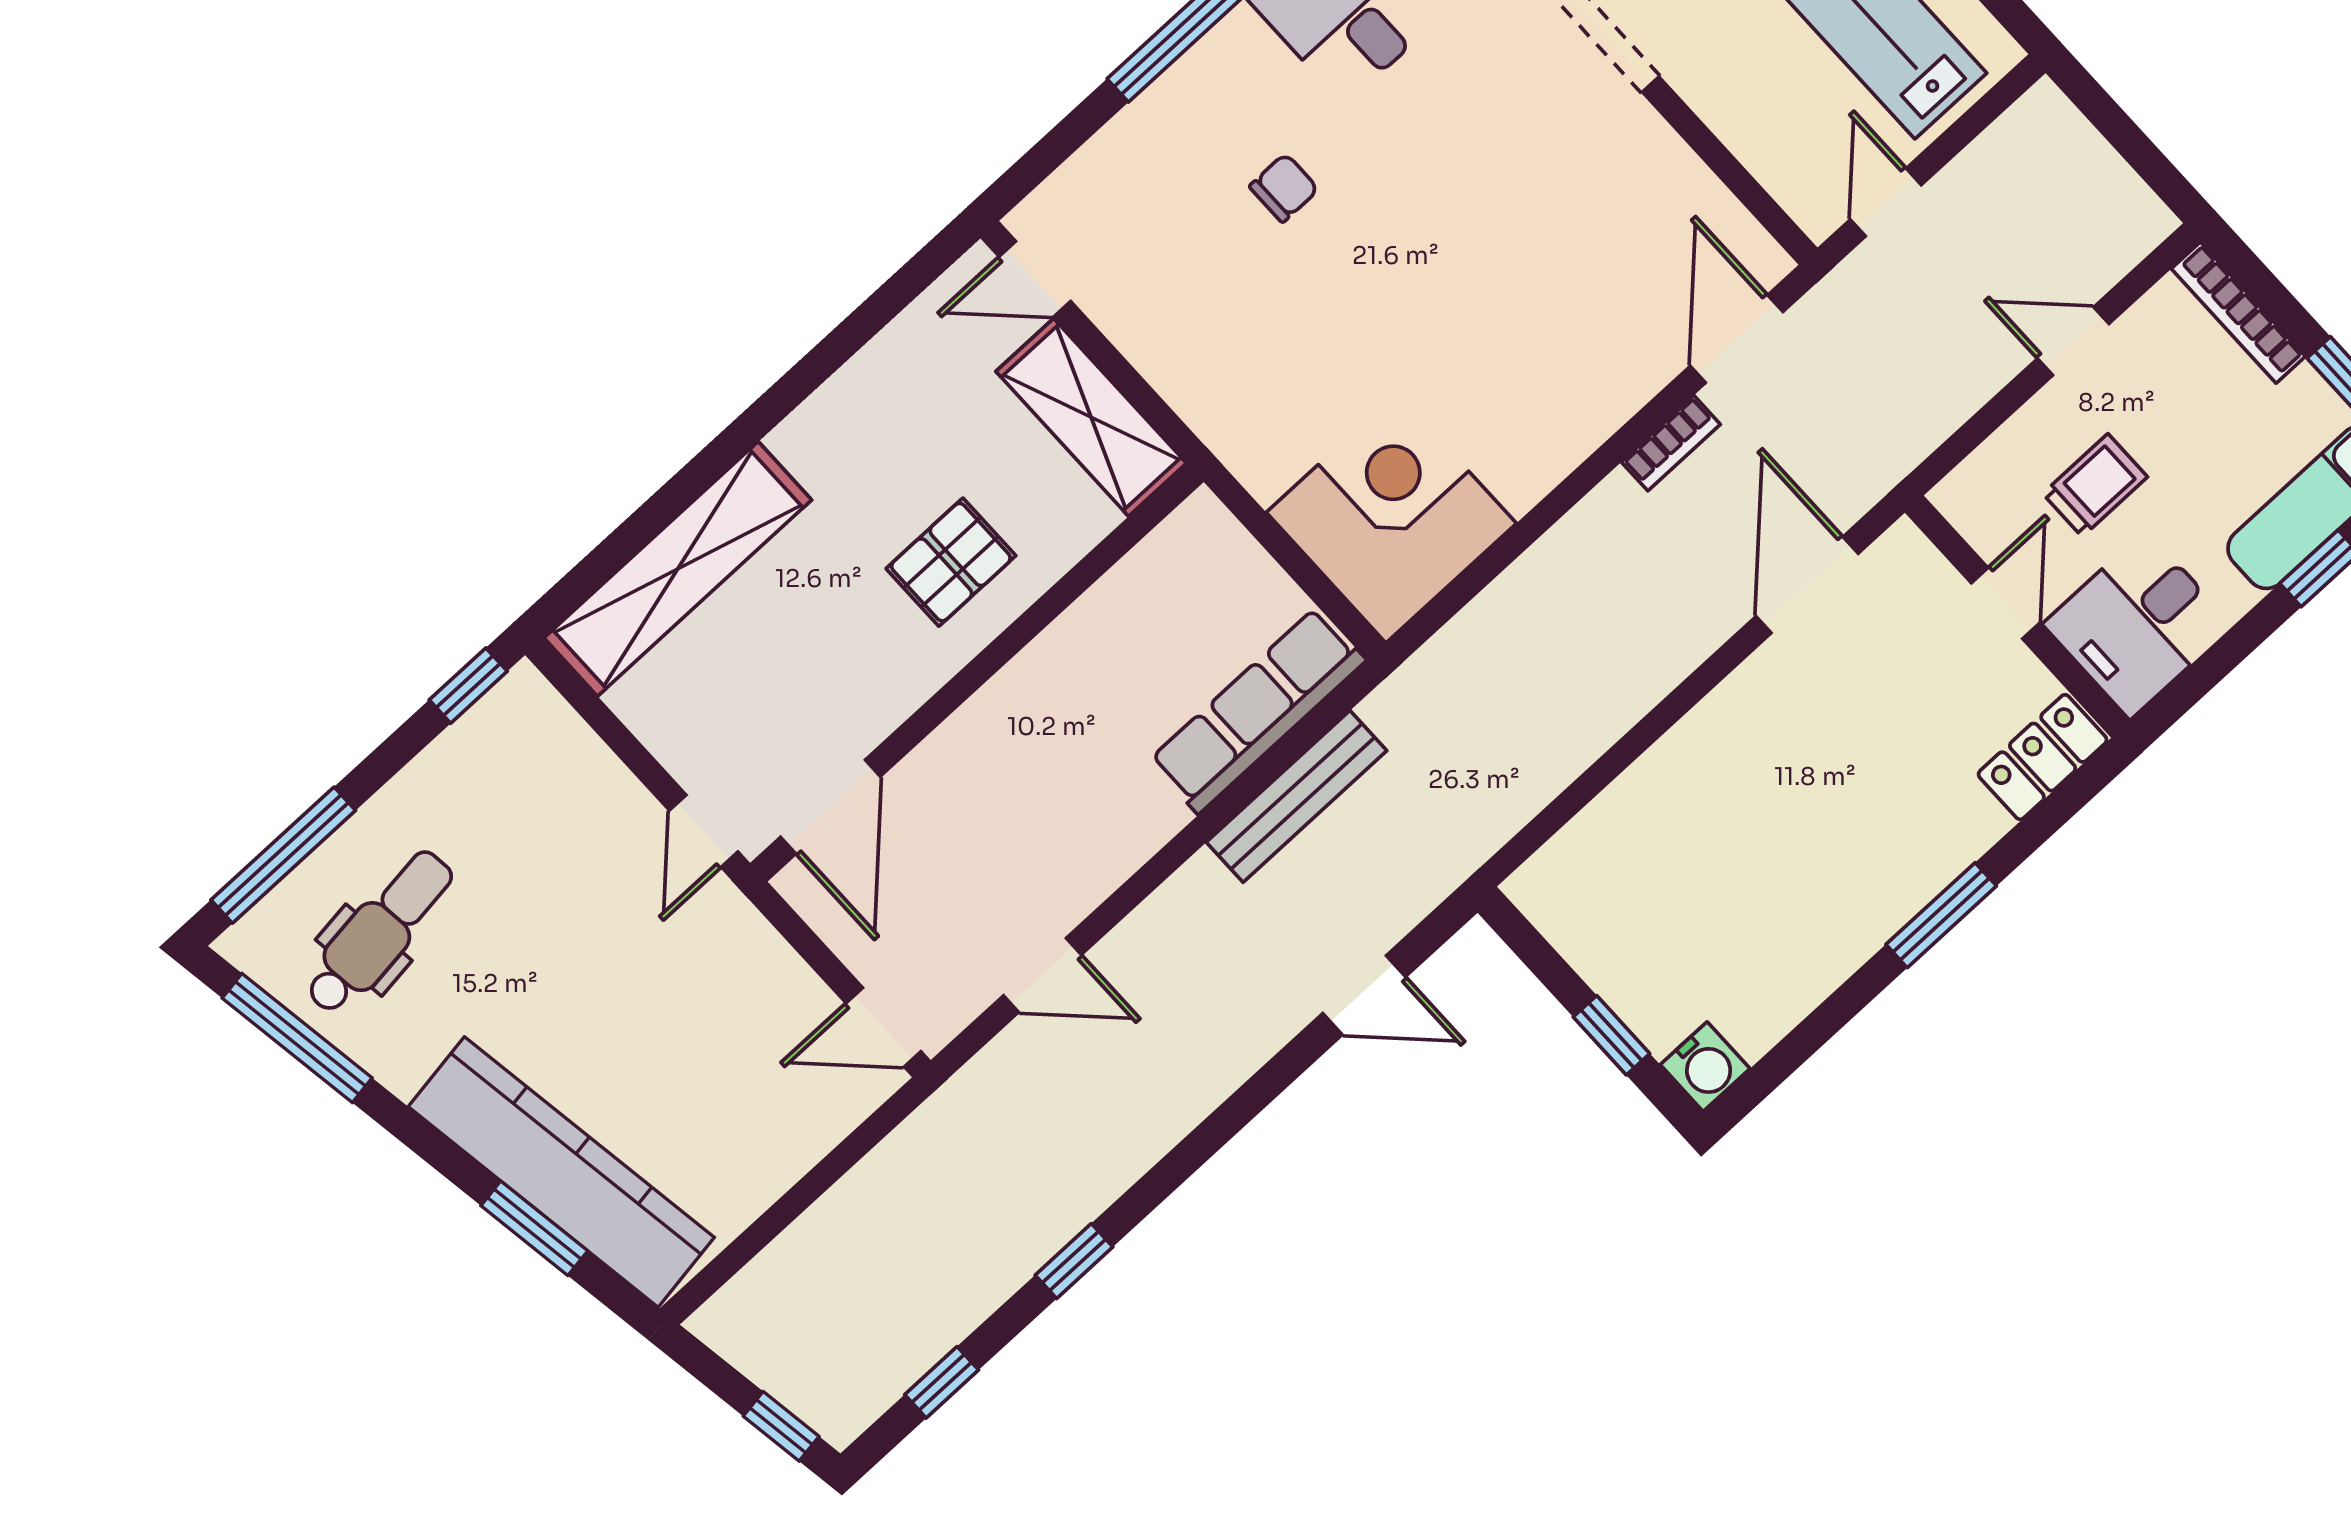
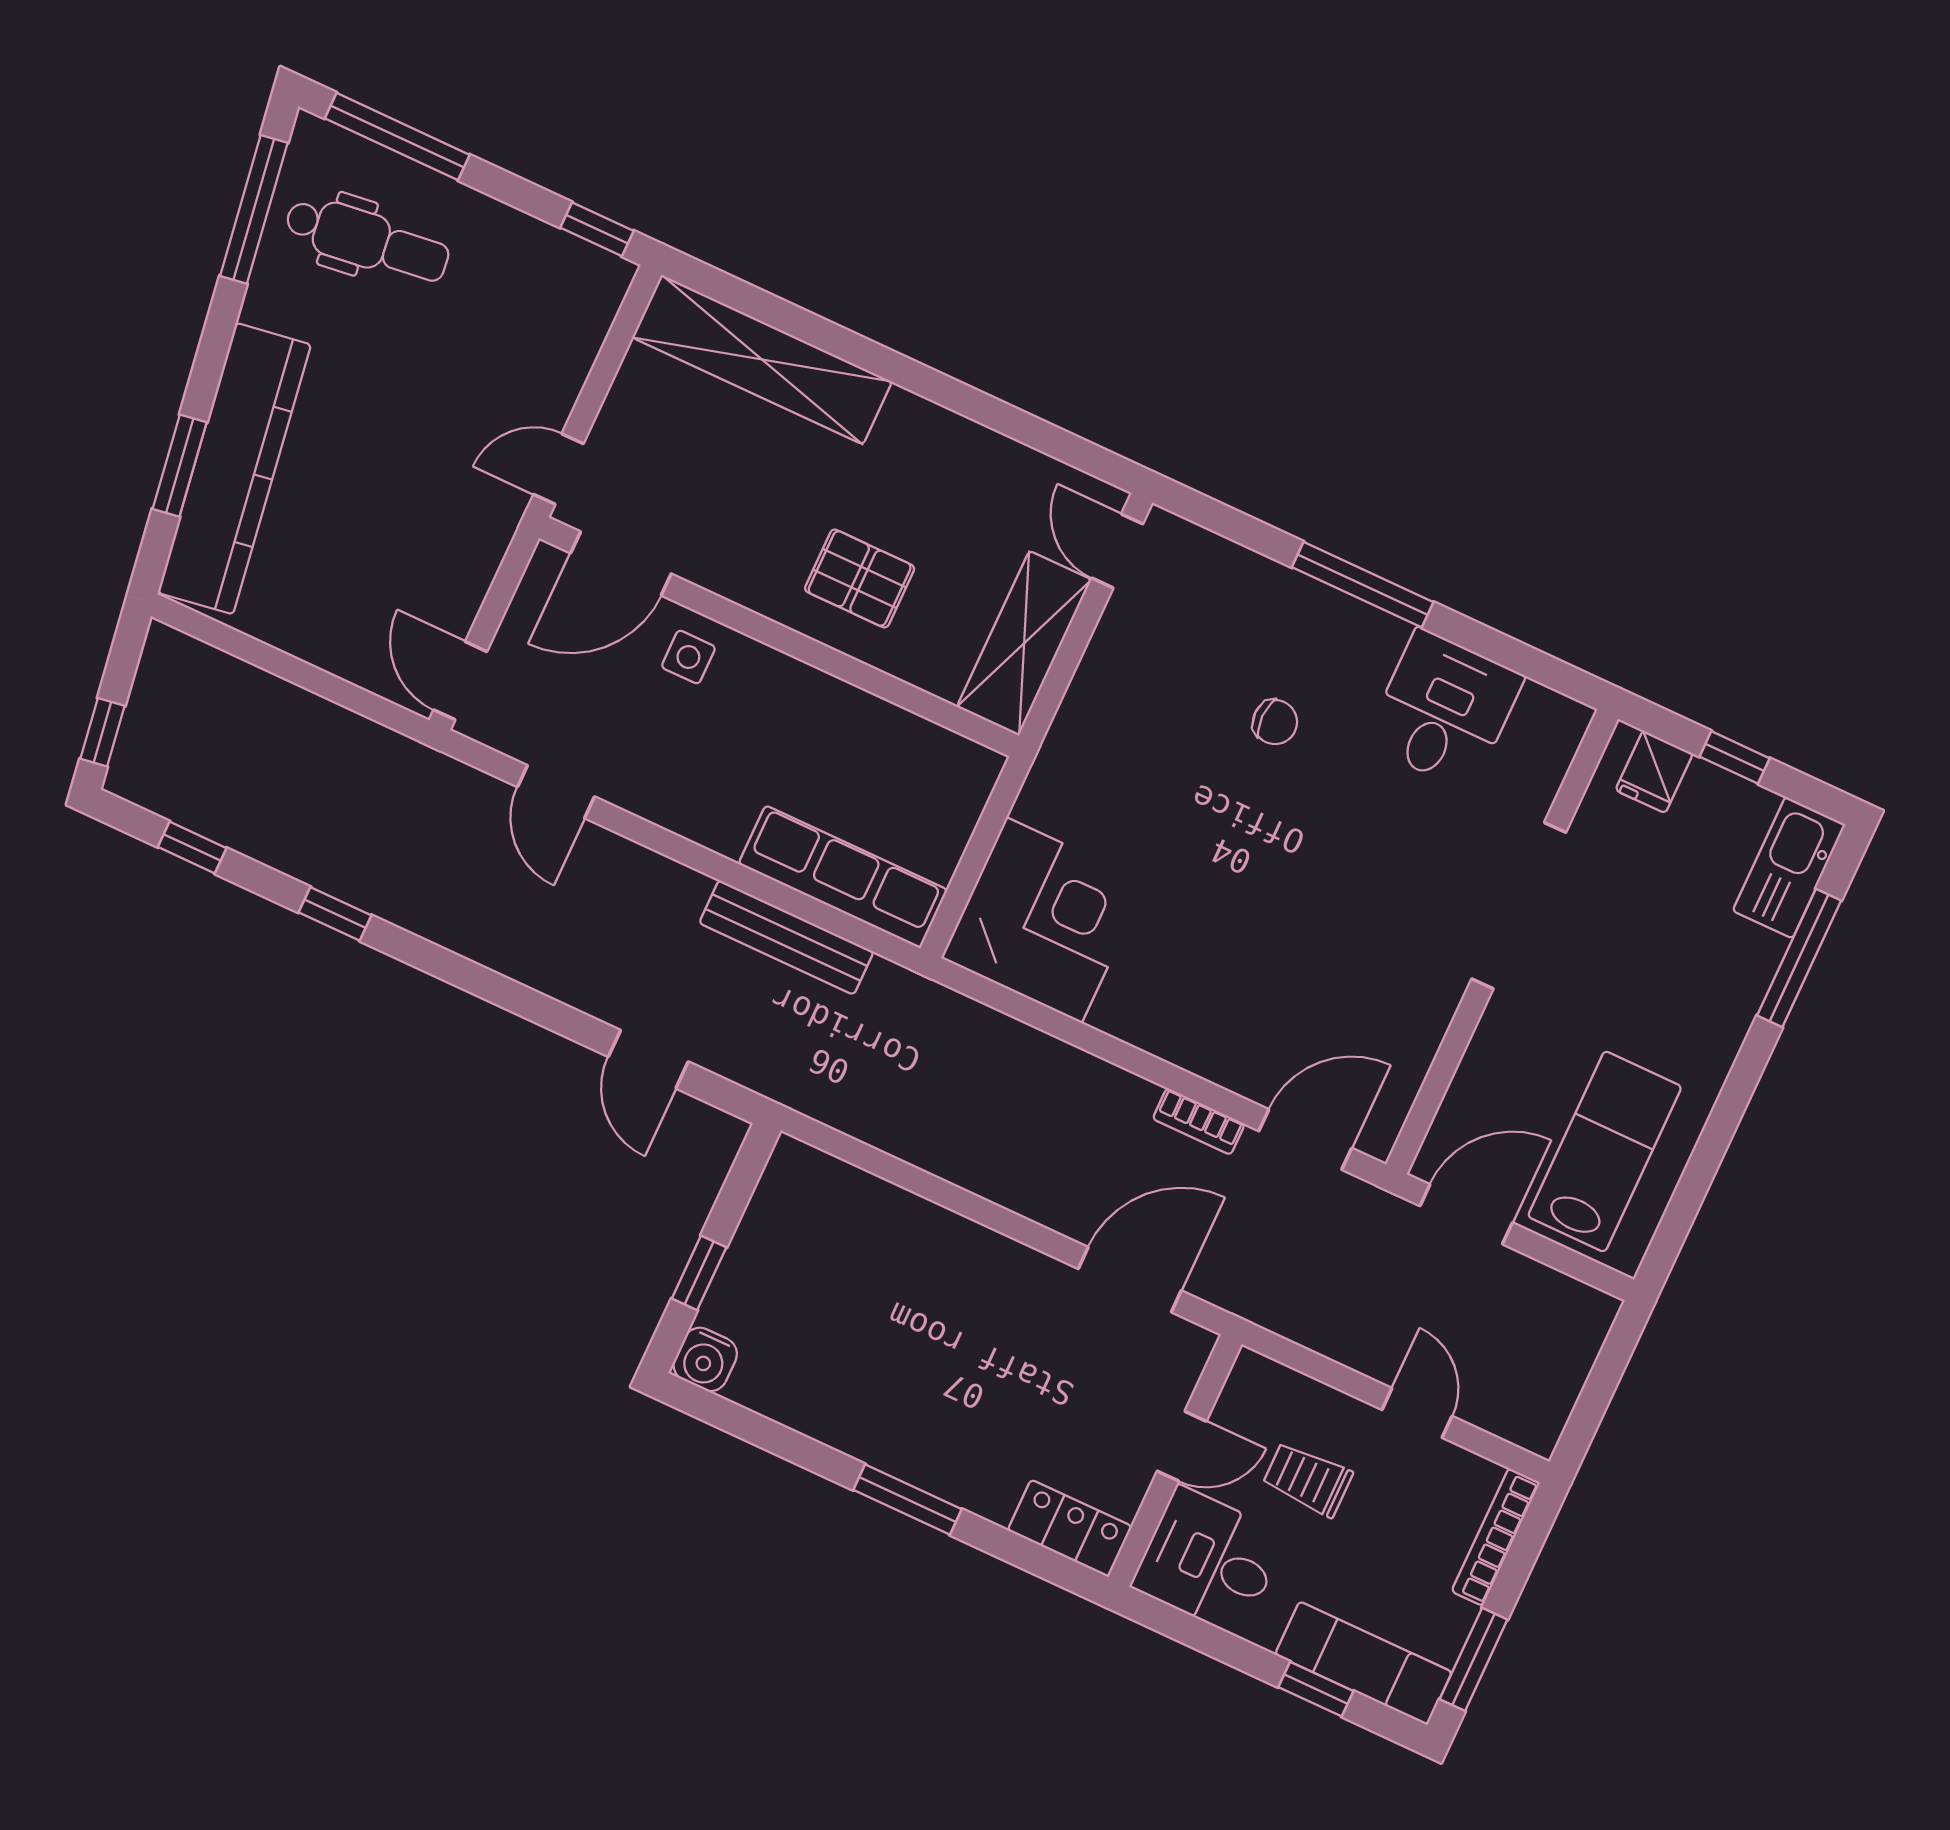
door: (1886, 202) -> (1466, 1214), width x1.37
trolley: (2095, 485) -> (1308, 1479), turned 180
side table: (959, 777) -> (688, 657), added

